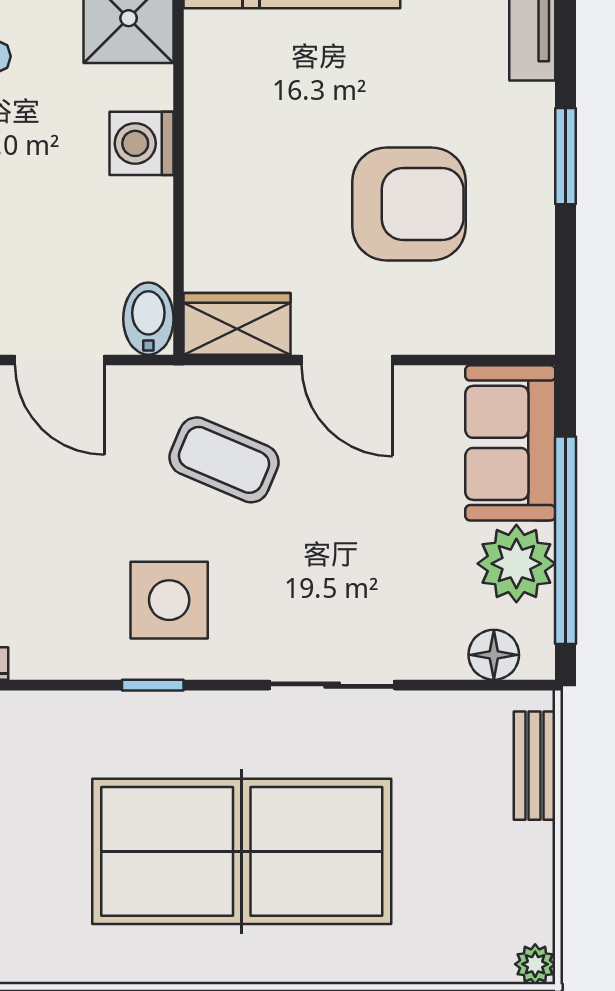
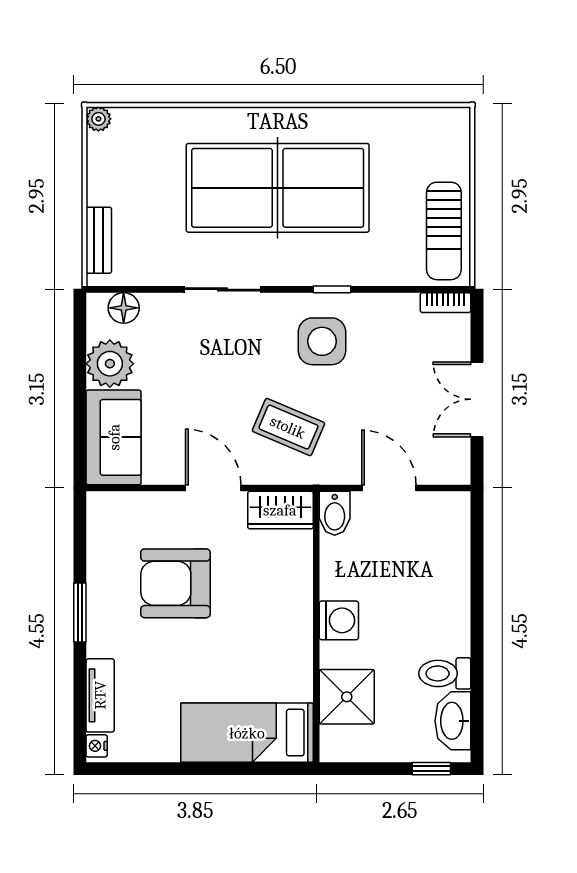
window: (566, 540) -> (80, 378), removed

